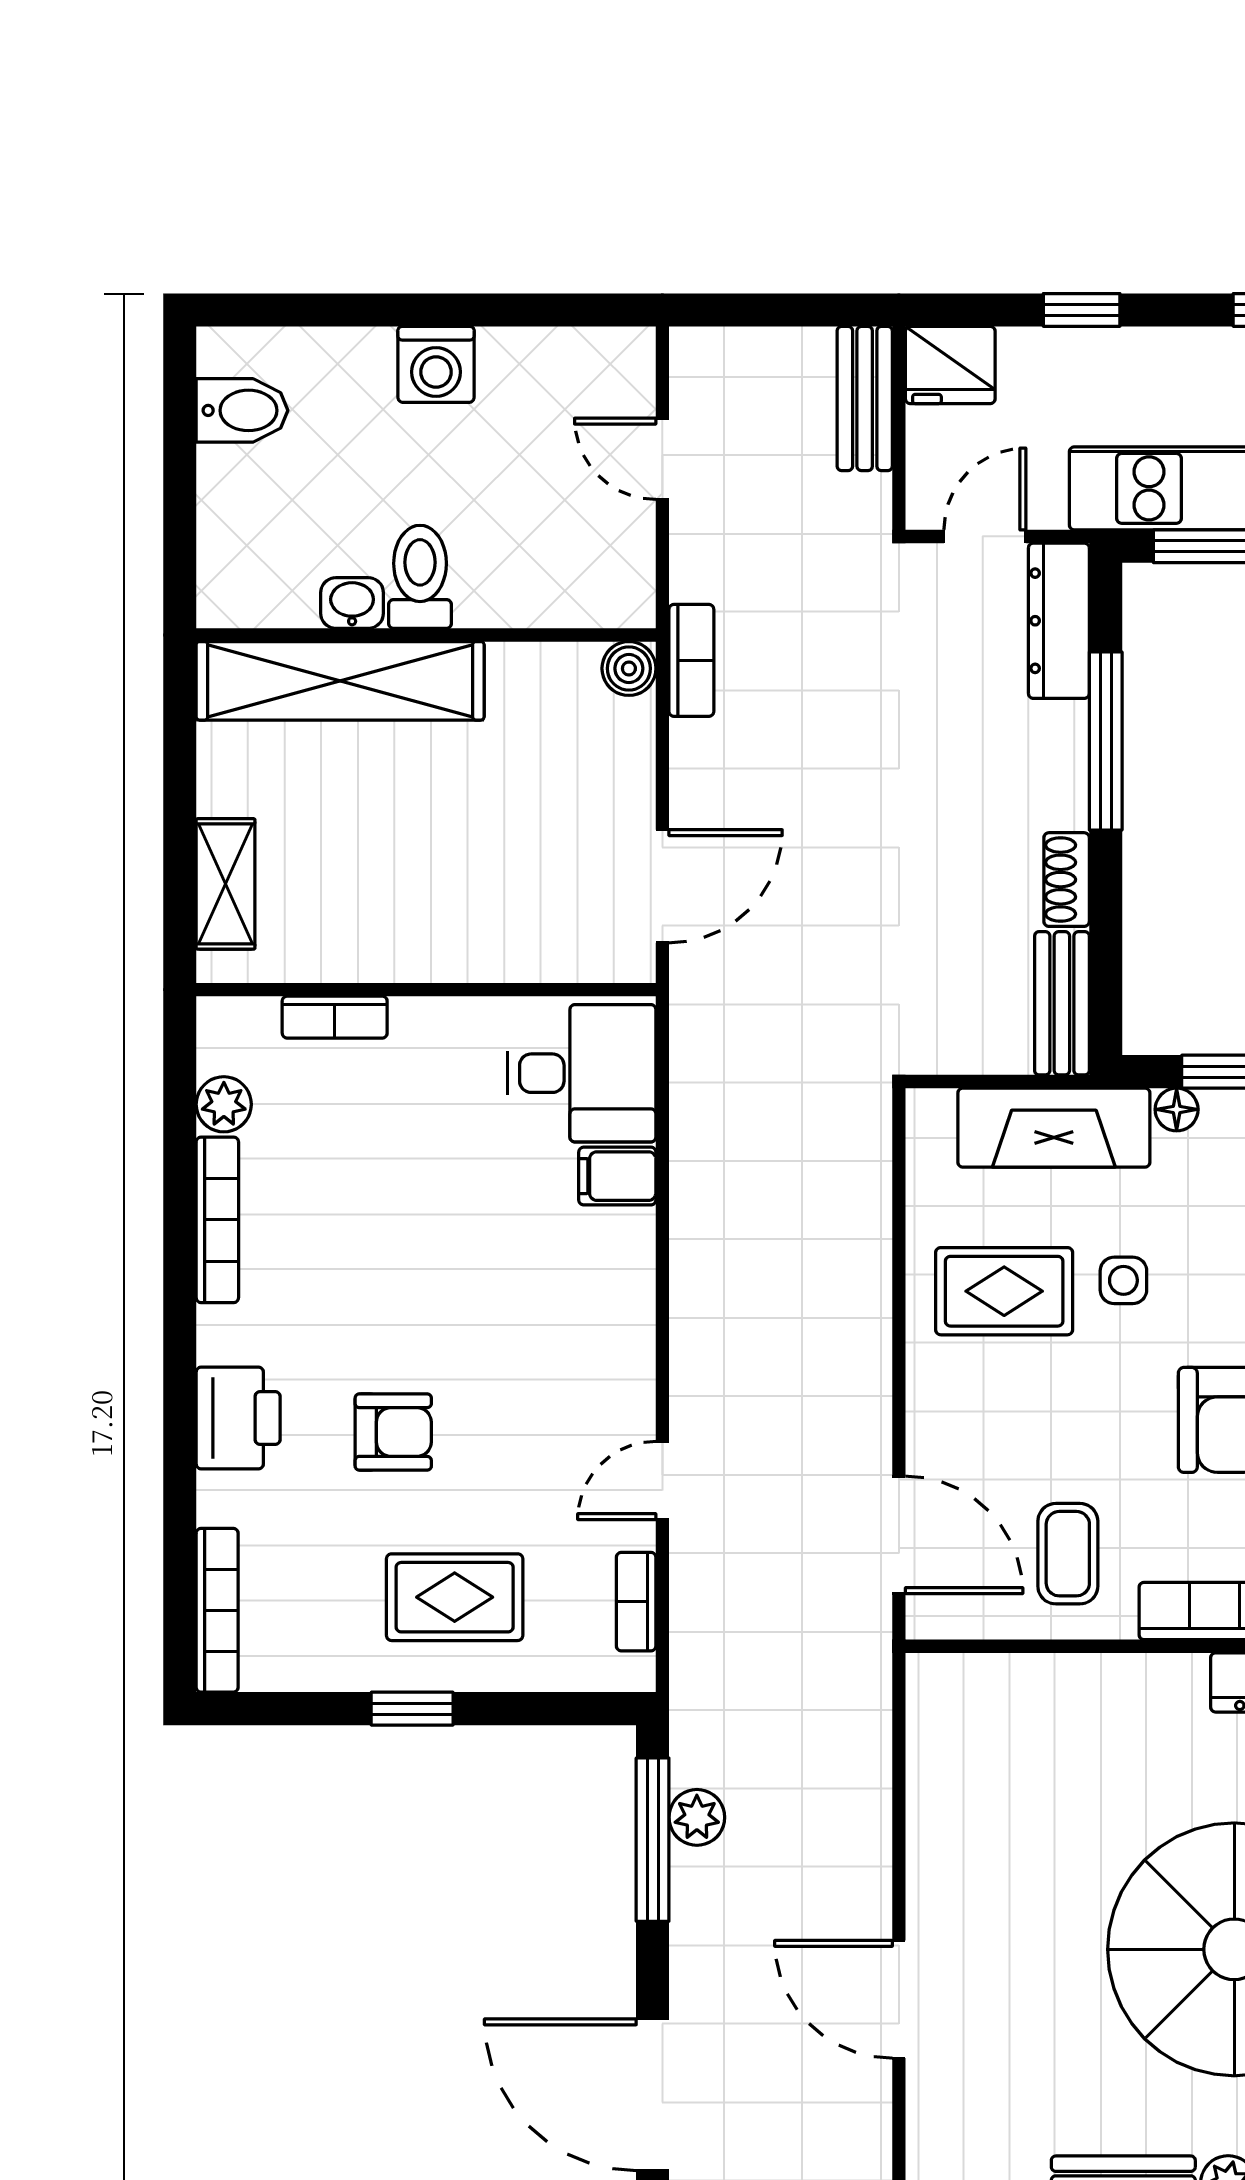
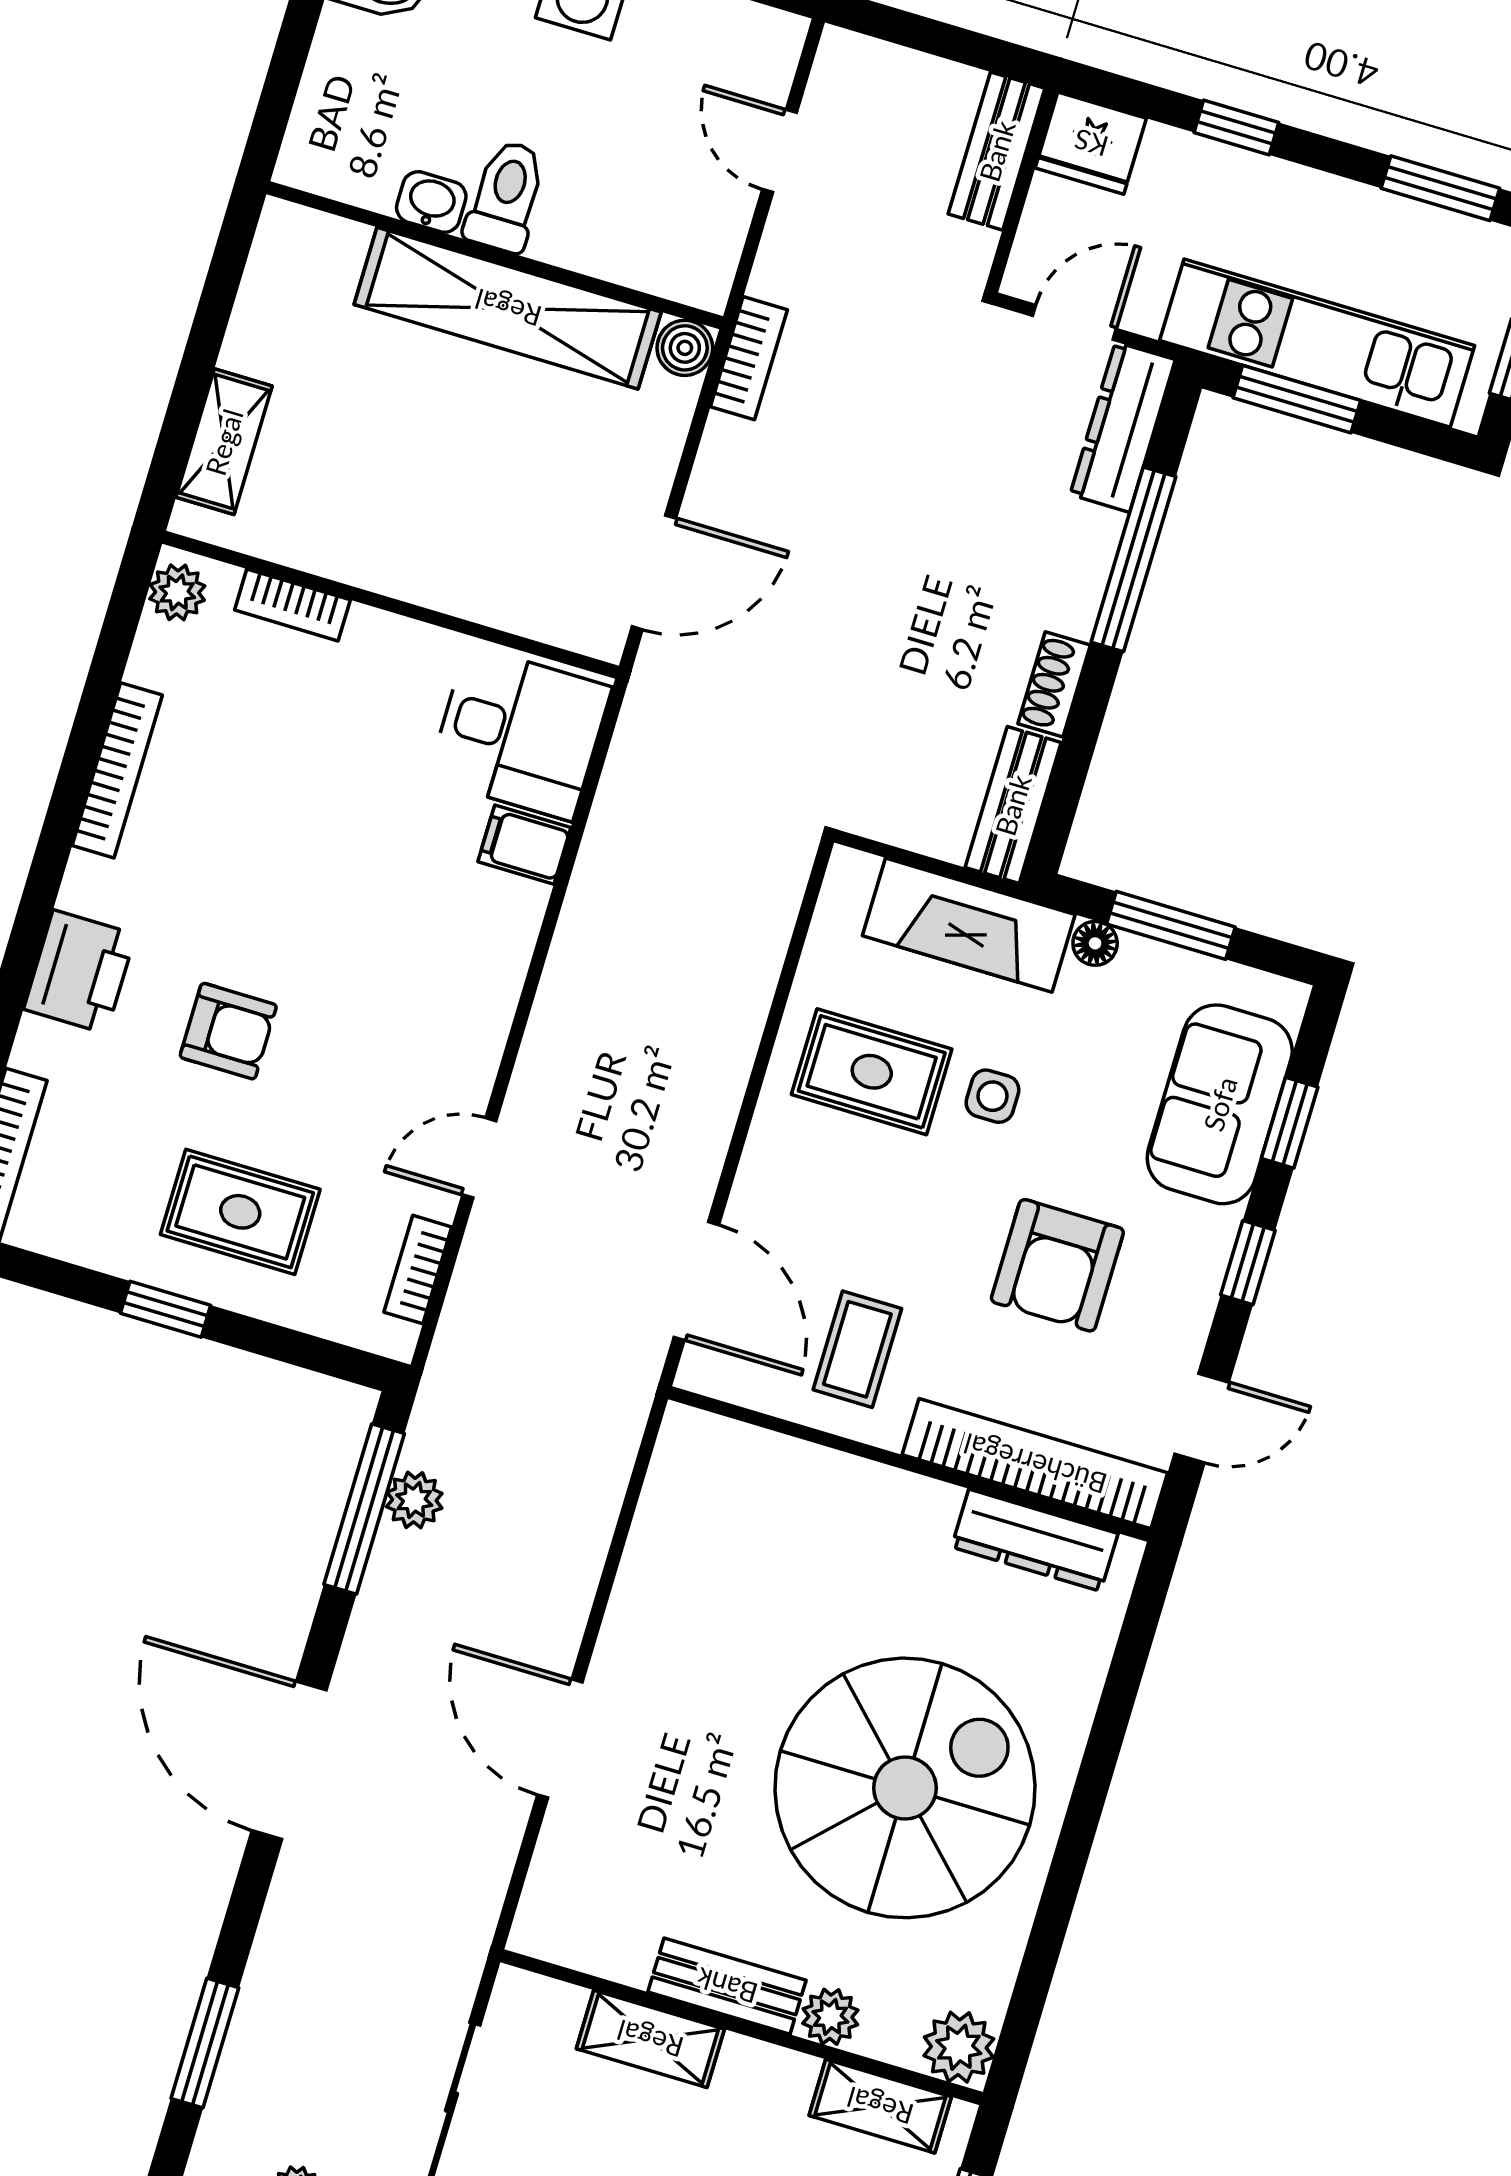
shelving: (340, 681) -> (508, 308), moved
plant: (224, 1104) -> (177, 592), moved

